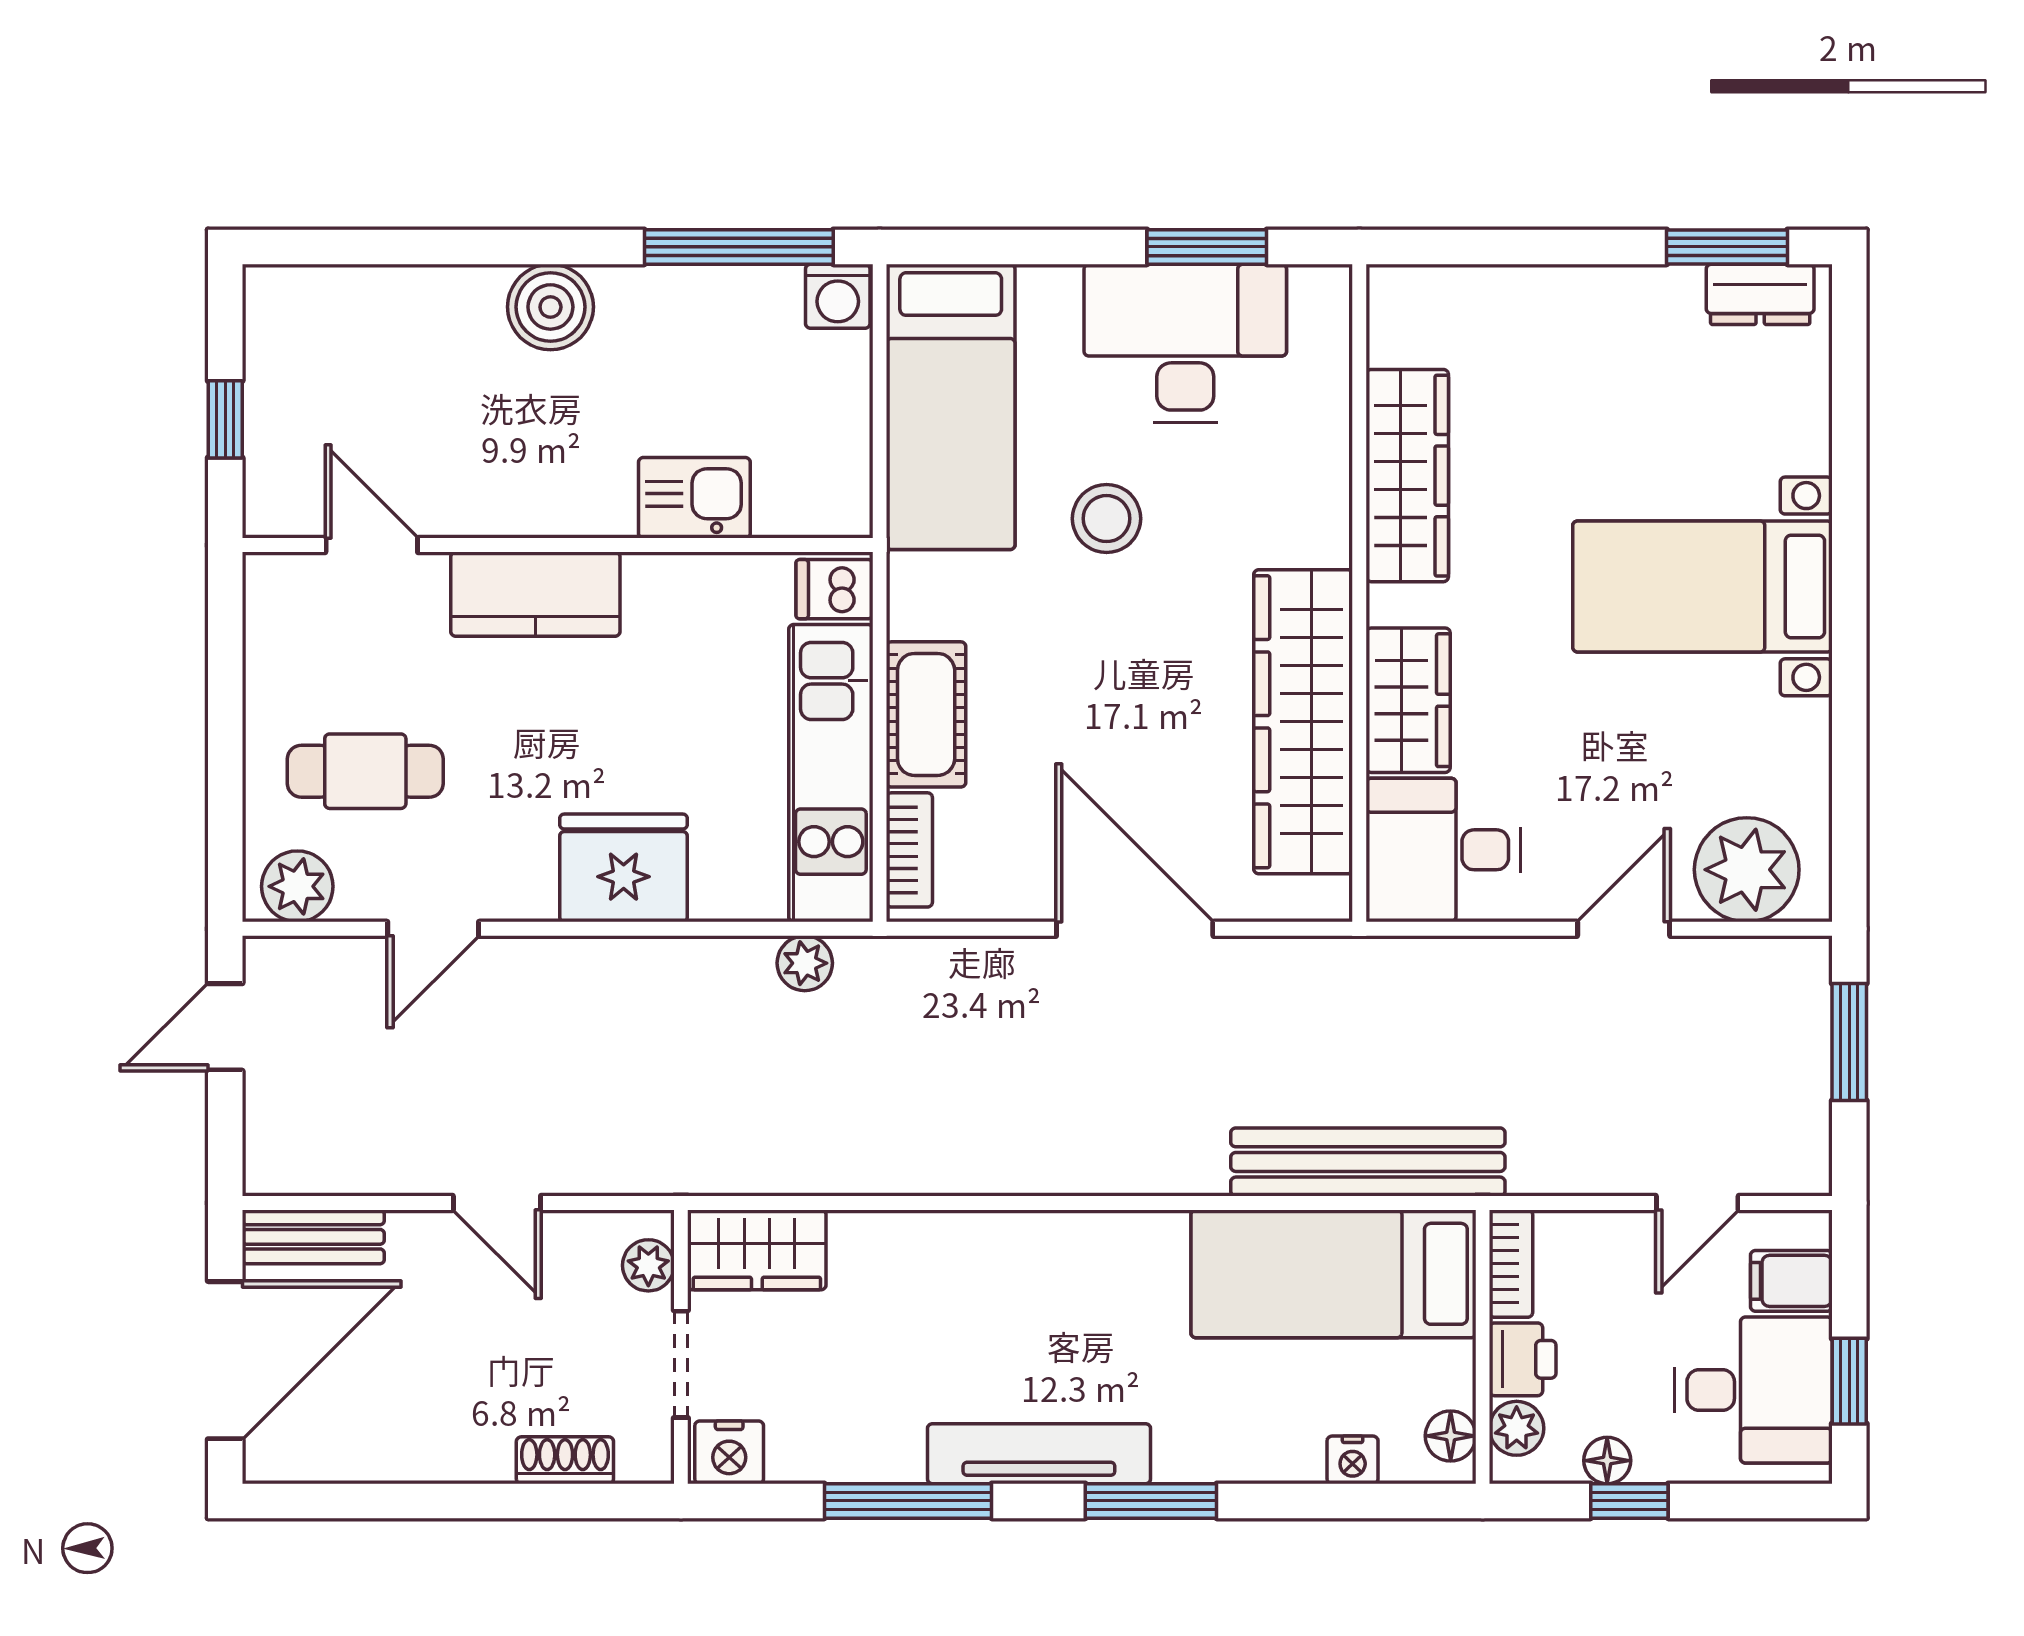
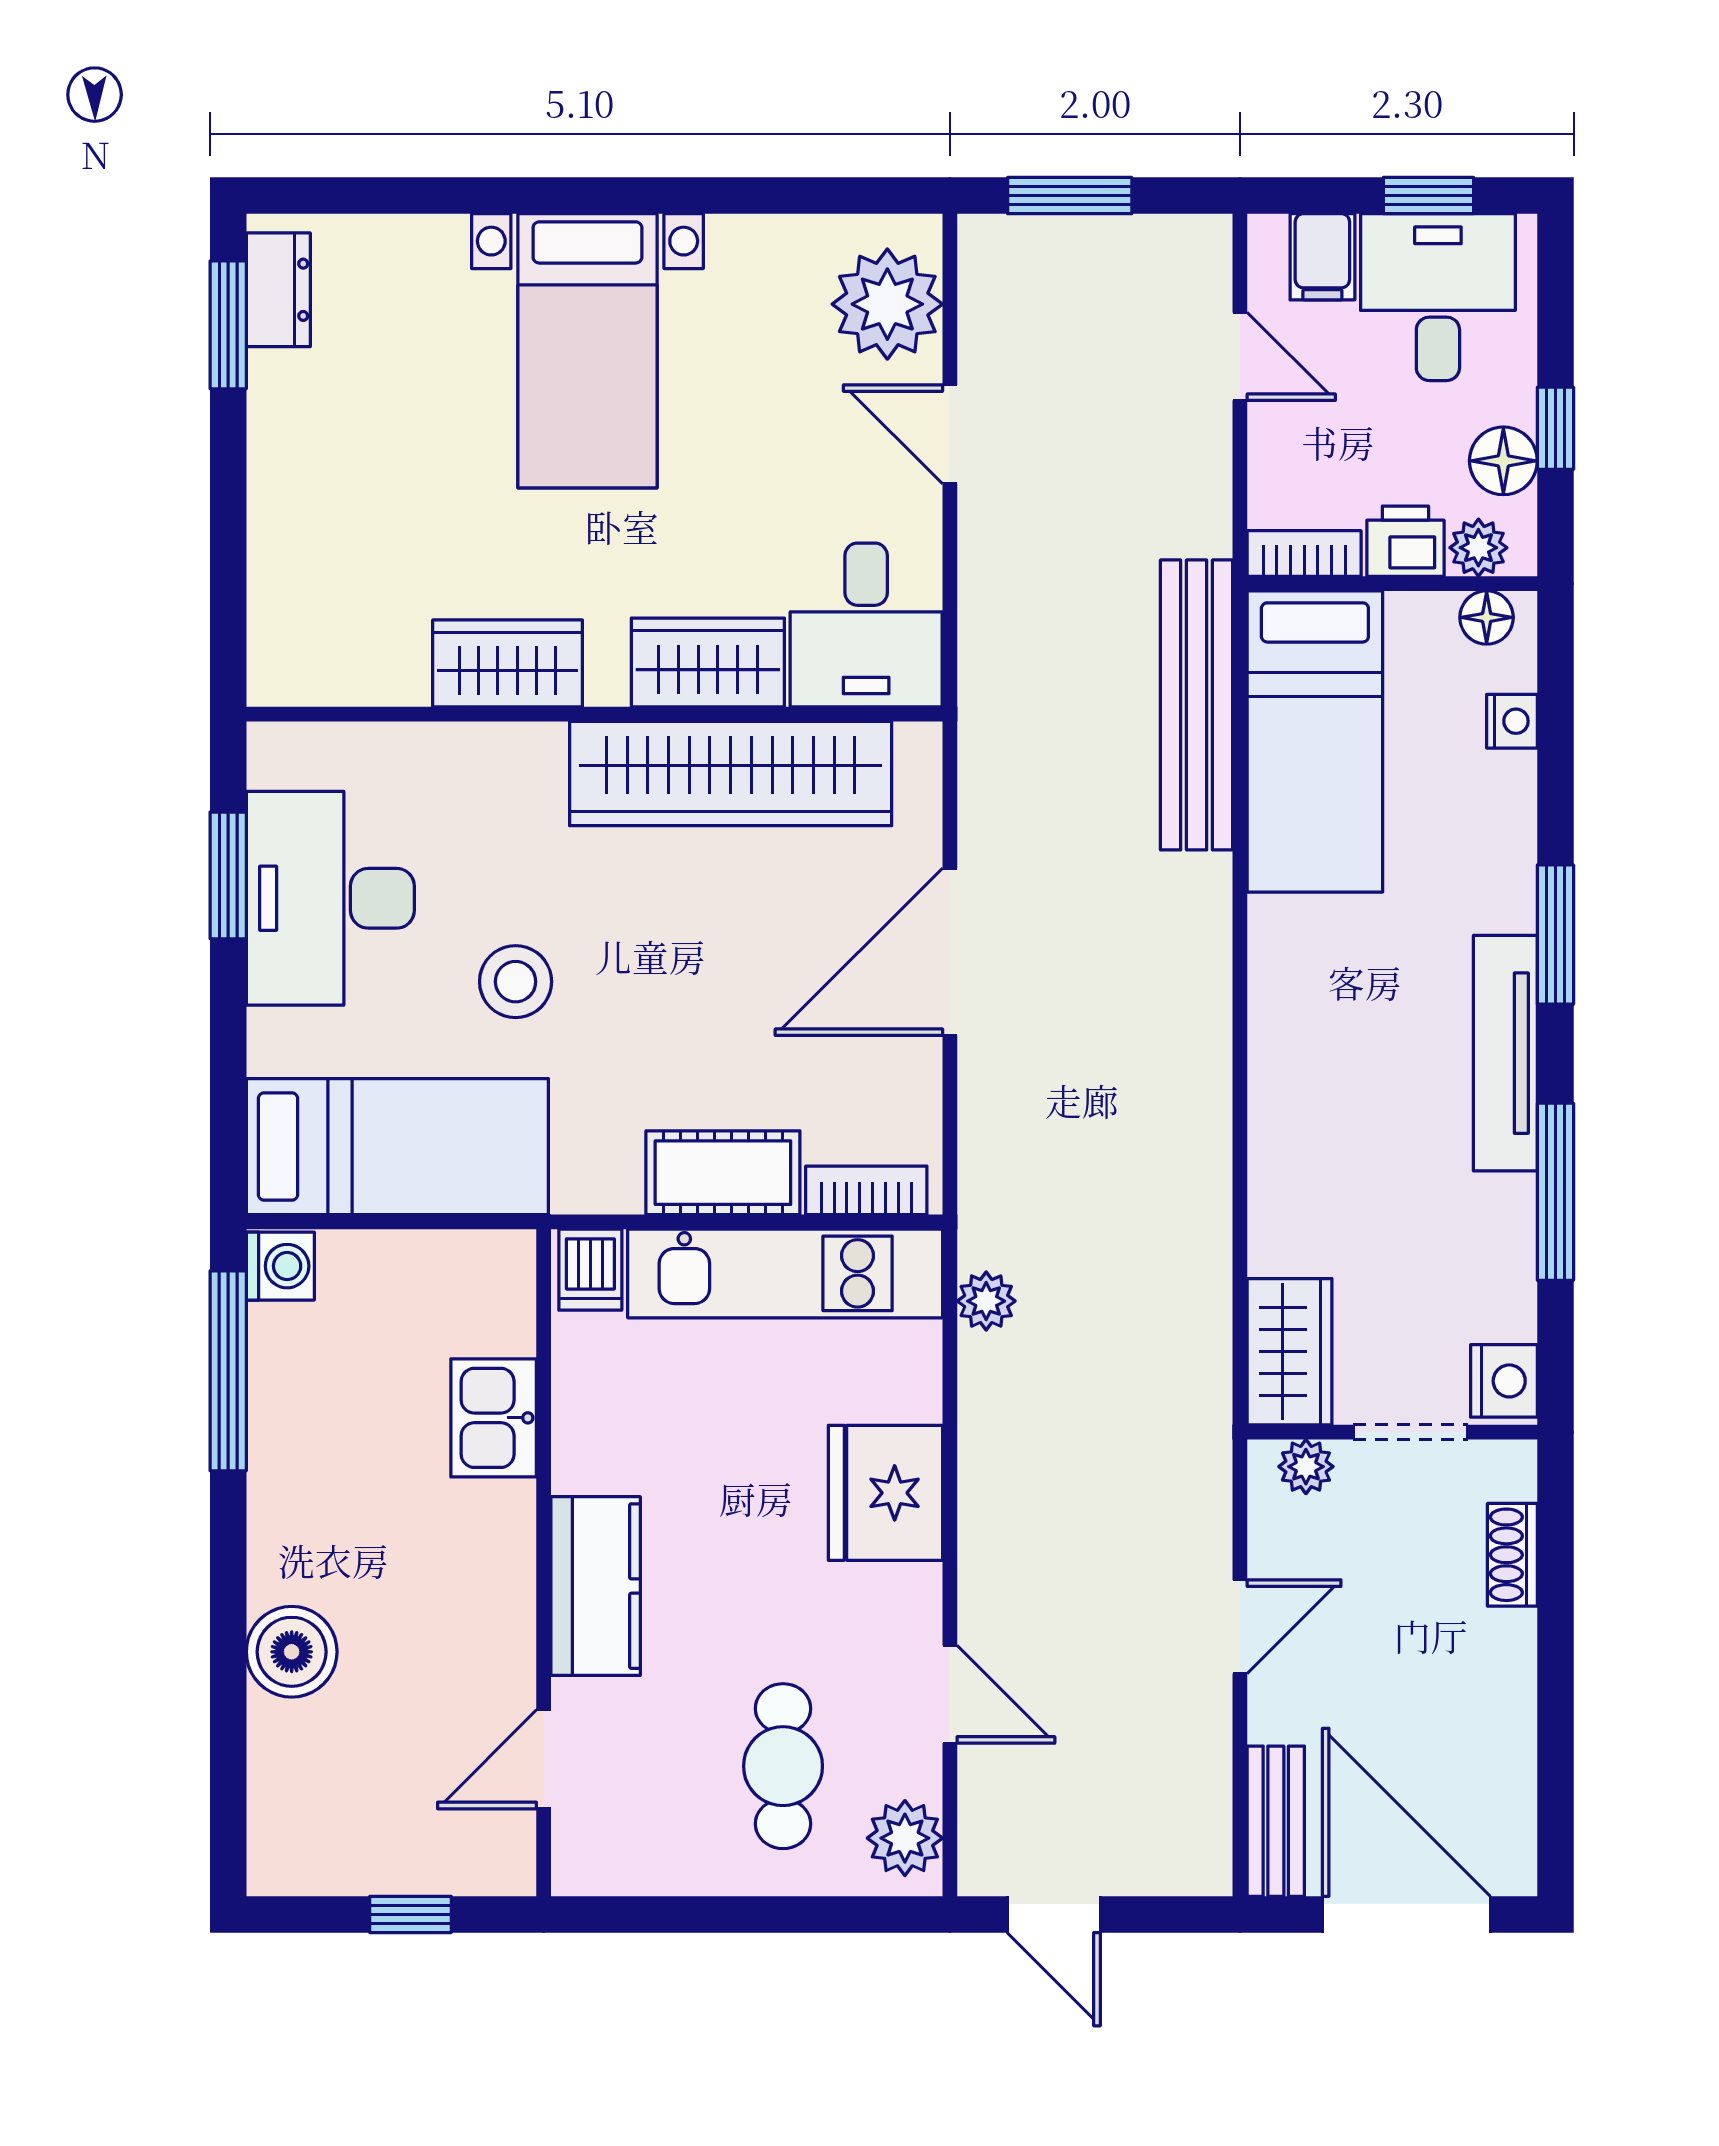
boiler: (550, 307) -> (292, 1652), moved
wardrobe: (1407, 476) -> (508, 663), width x0.67
floor lamp: (1607, 1461) -> (1503, 461), width x1.37, depth x1.37

